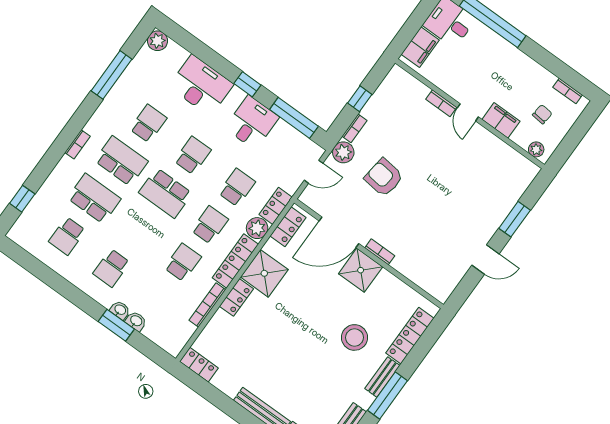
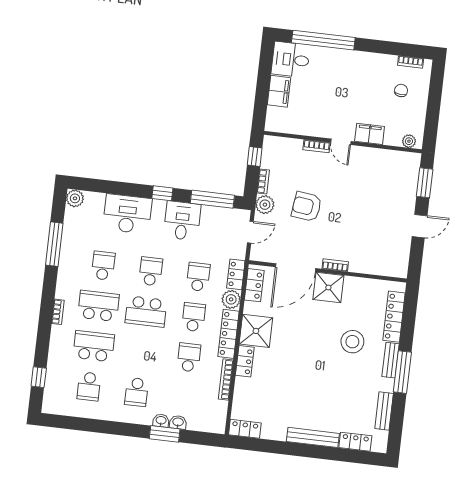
bookcase: (441, 103) -> (317, 146), moved
door: (468, 112) -> (341, 142), moved
wall: (470, 114) -> (343, 142), moved
filing cabinet: (501, 120) -> (370, 134), moved
plant: (536, 149) -> (409, 141), moved

